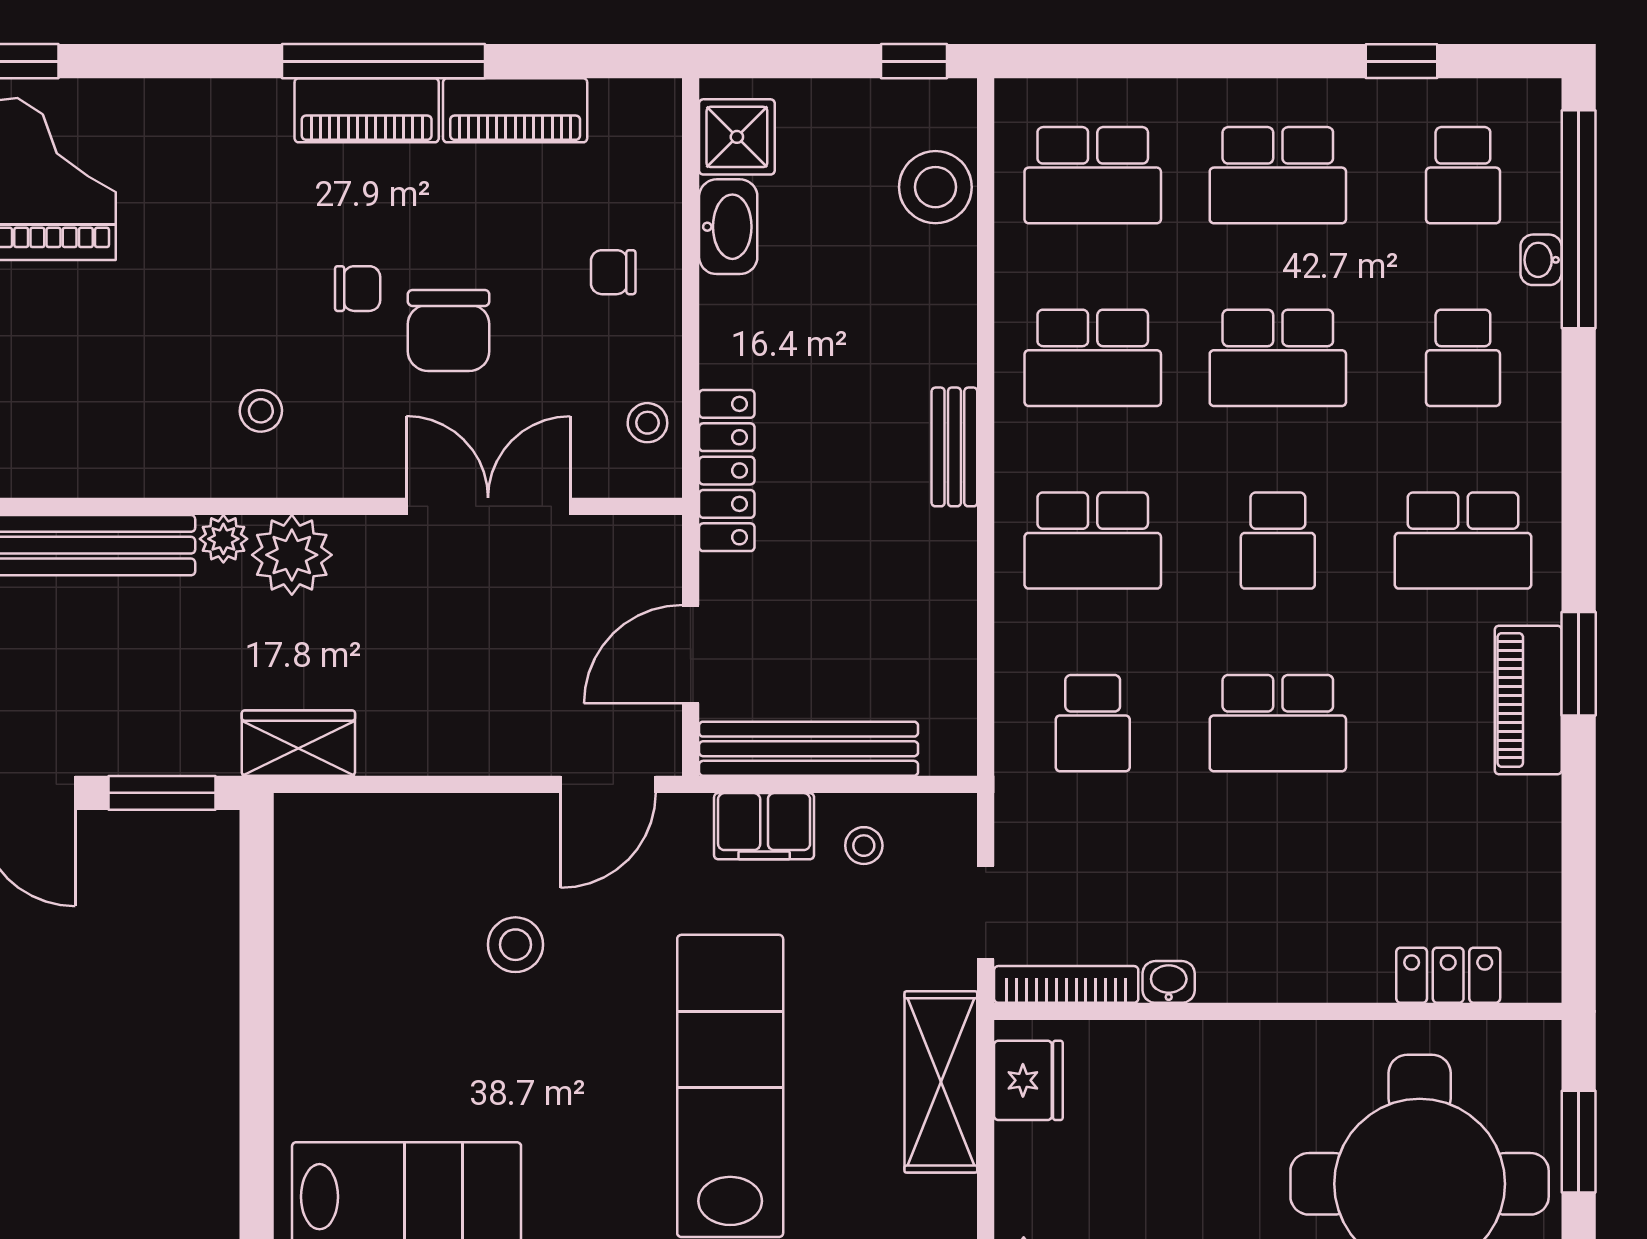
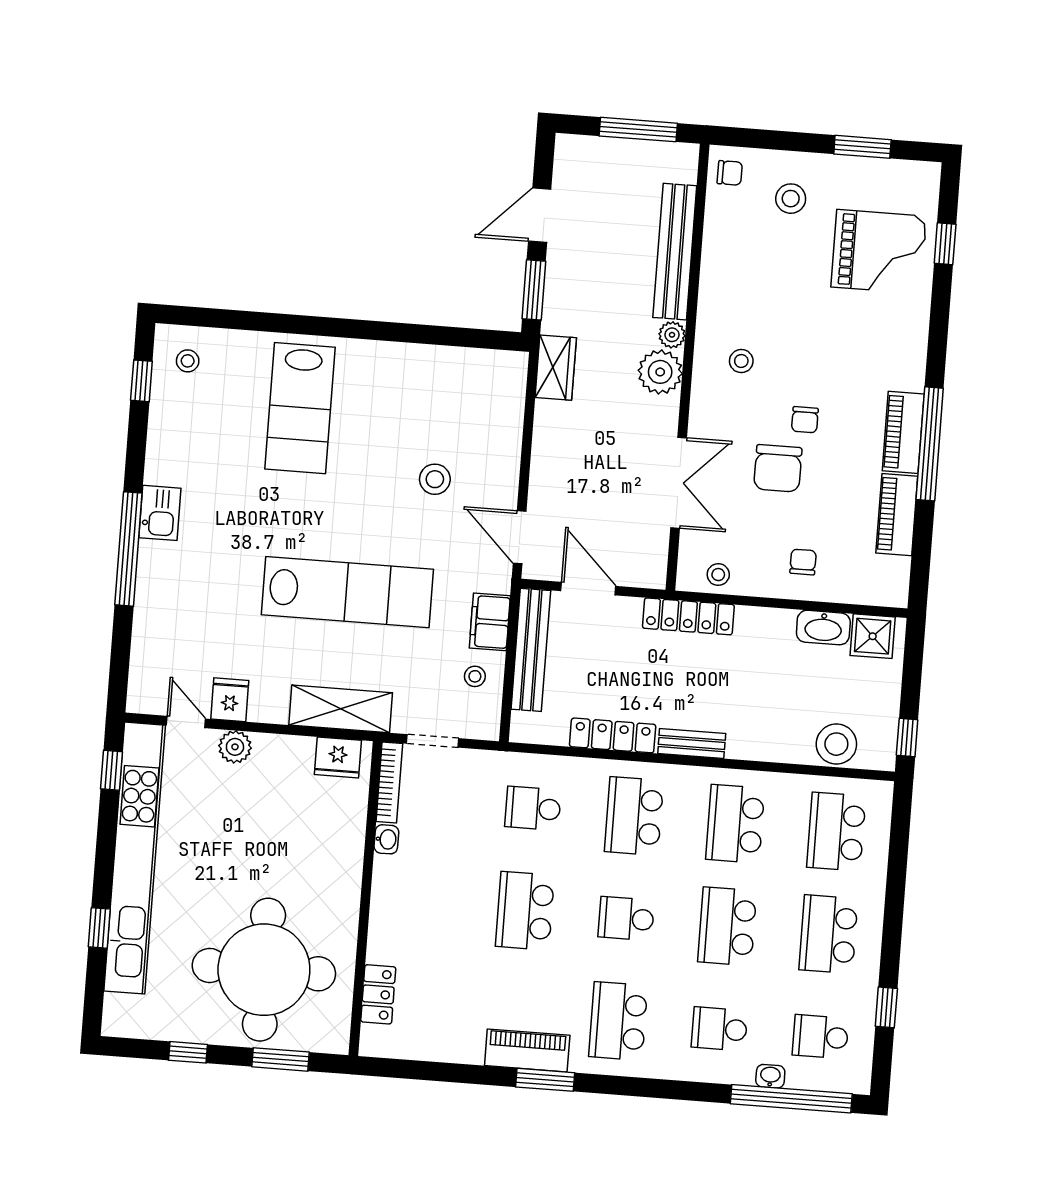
chair: (449, 330) -> (778, 468), turned -90
locker: (951, 590) -> (613, 735), added

